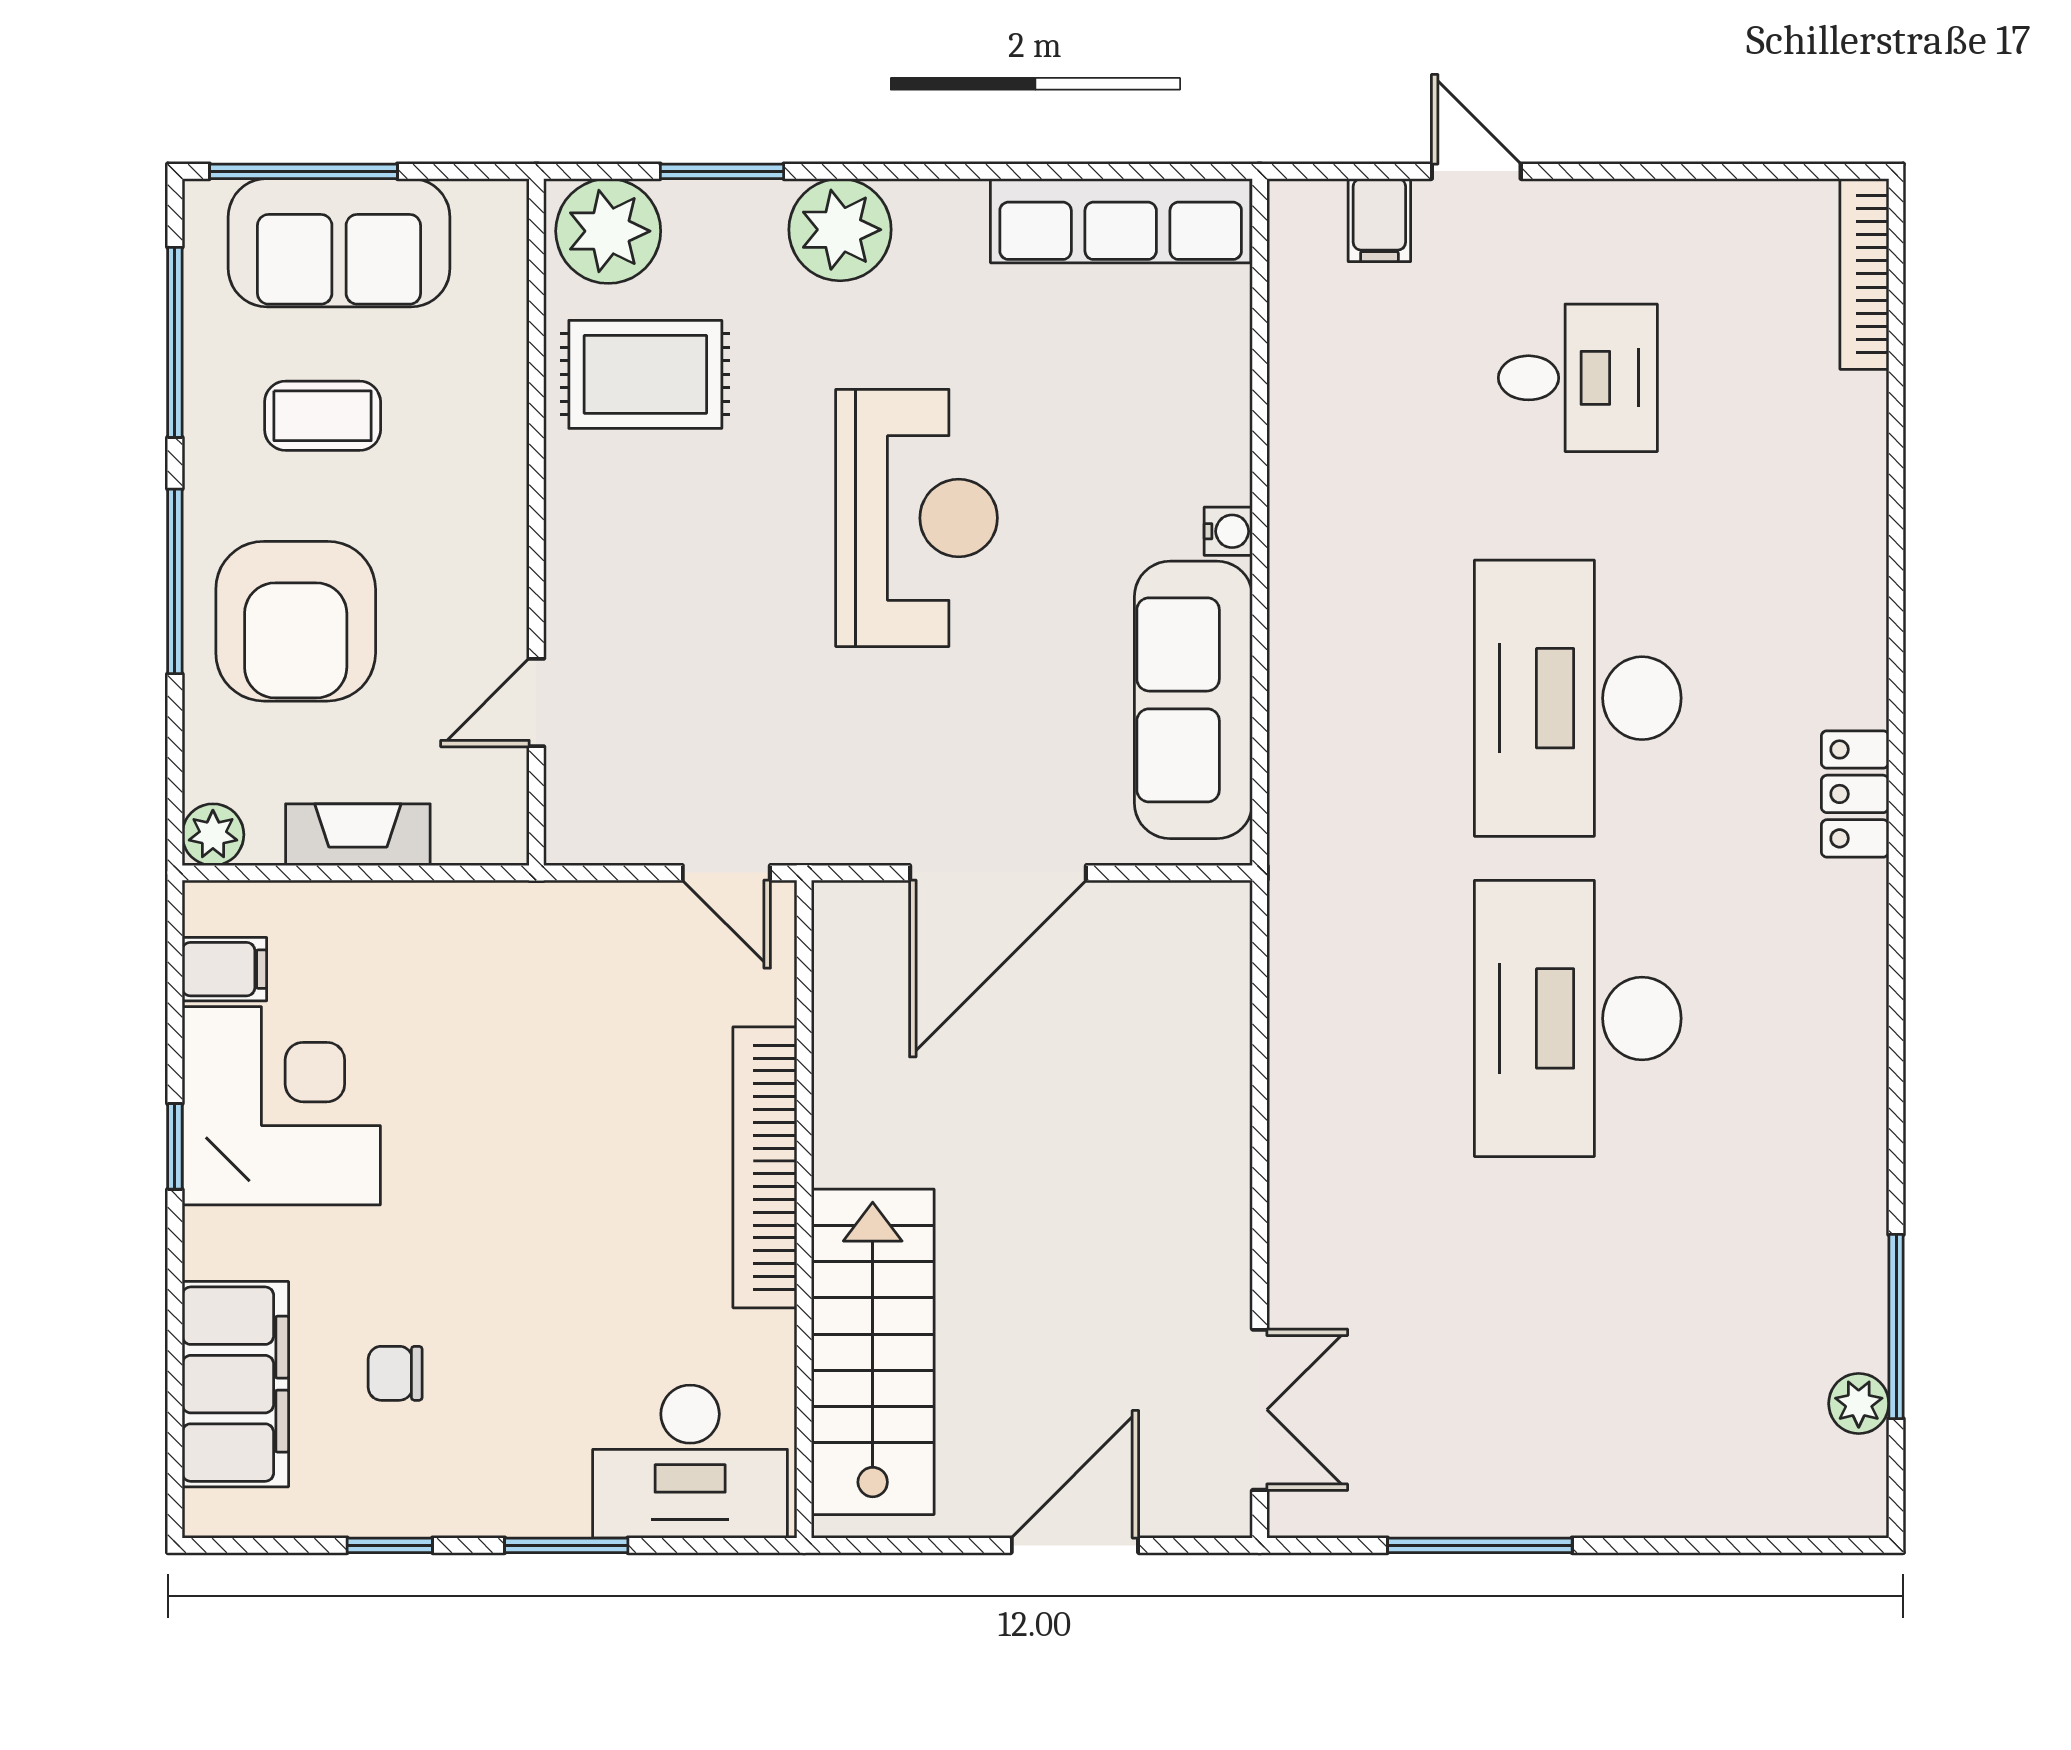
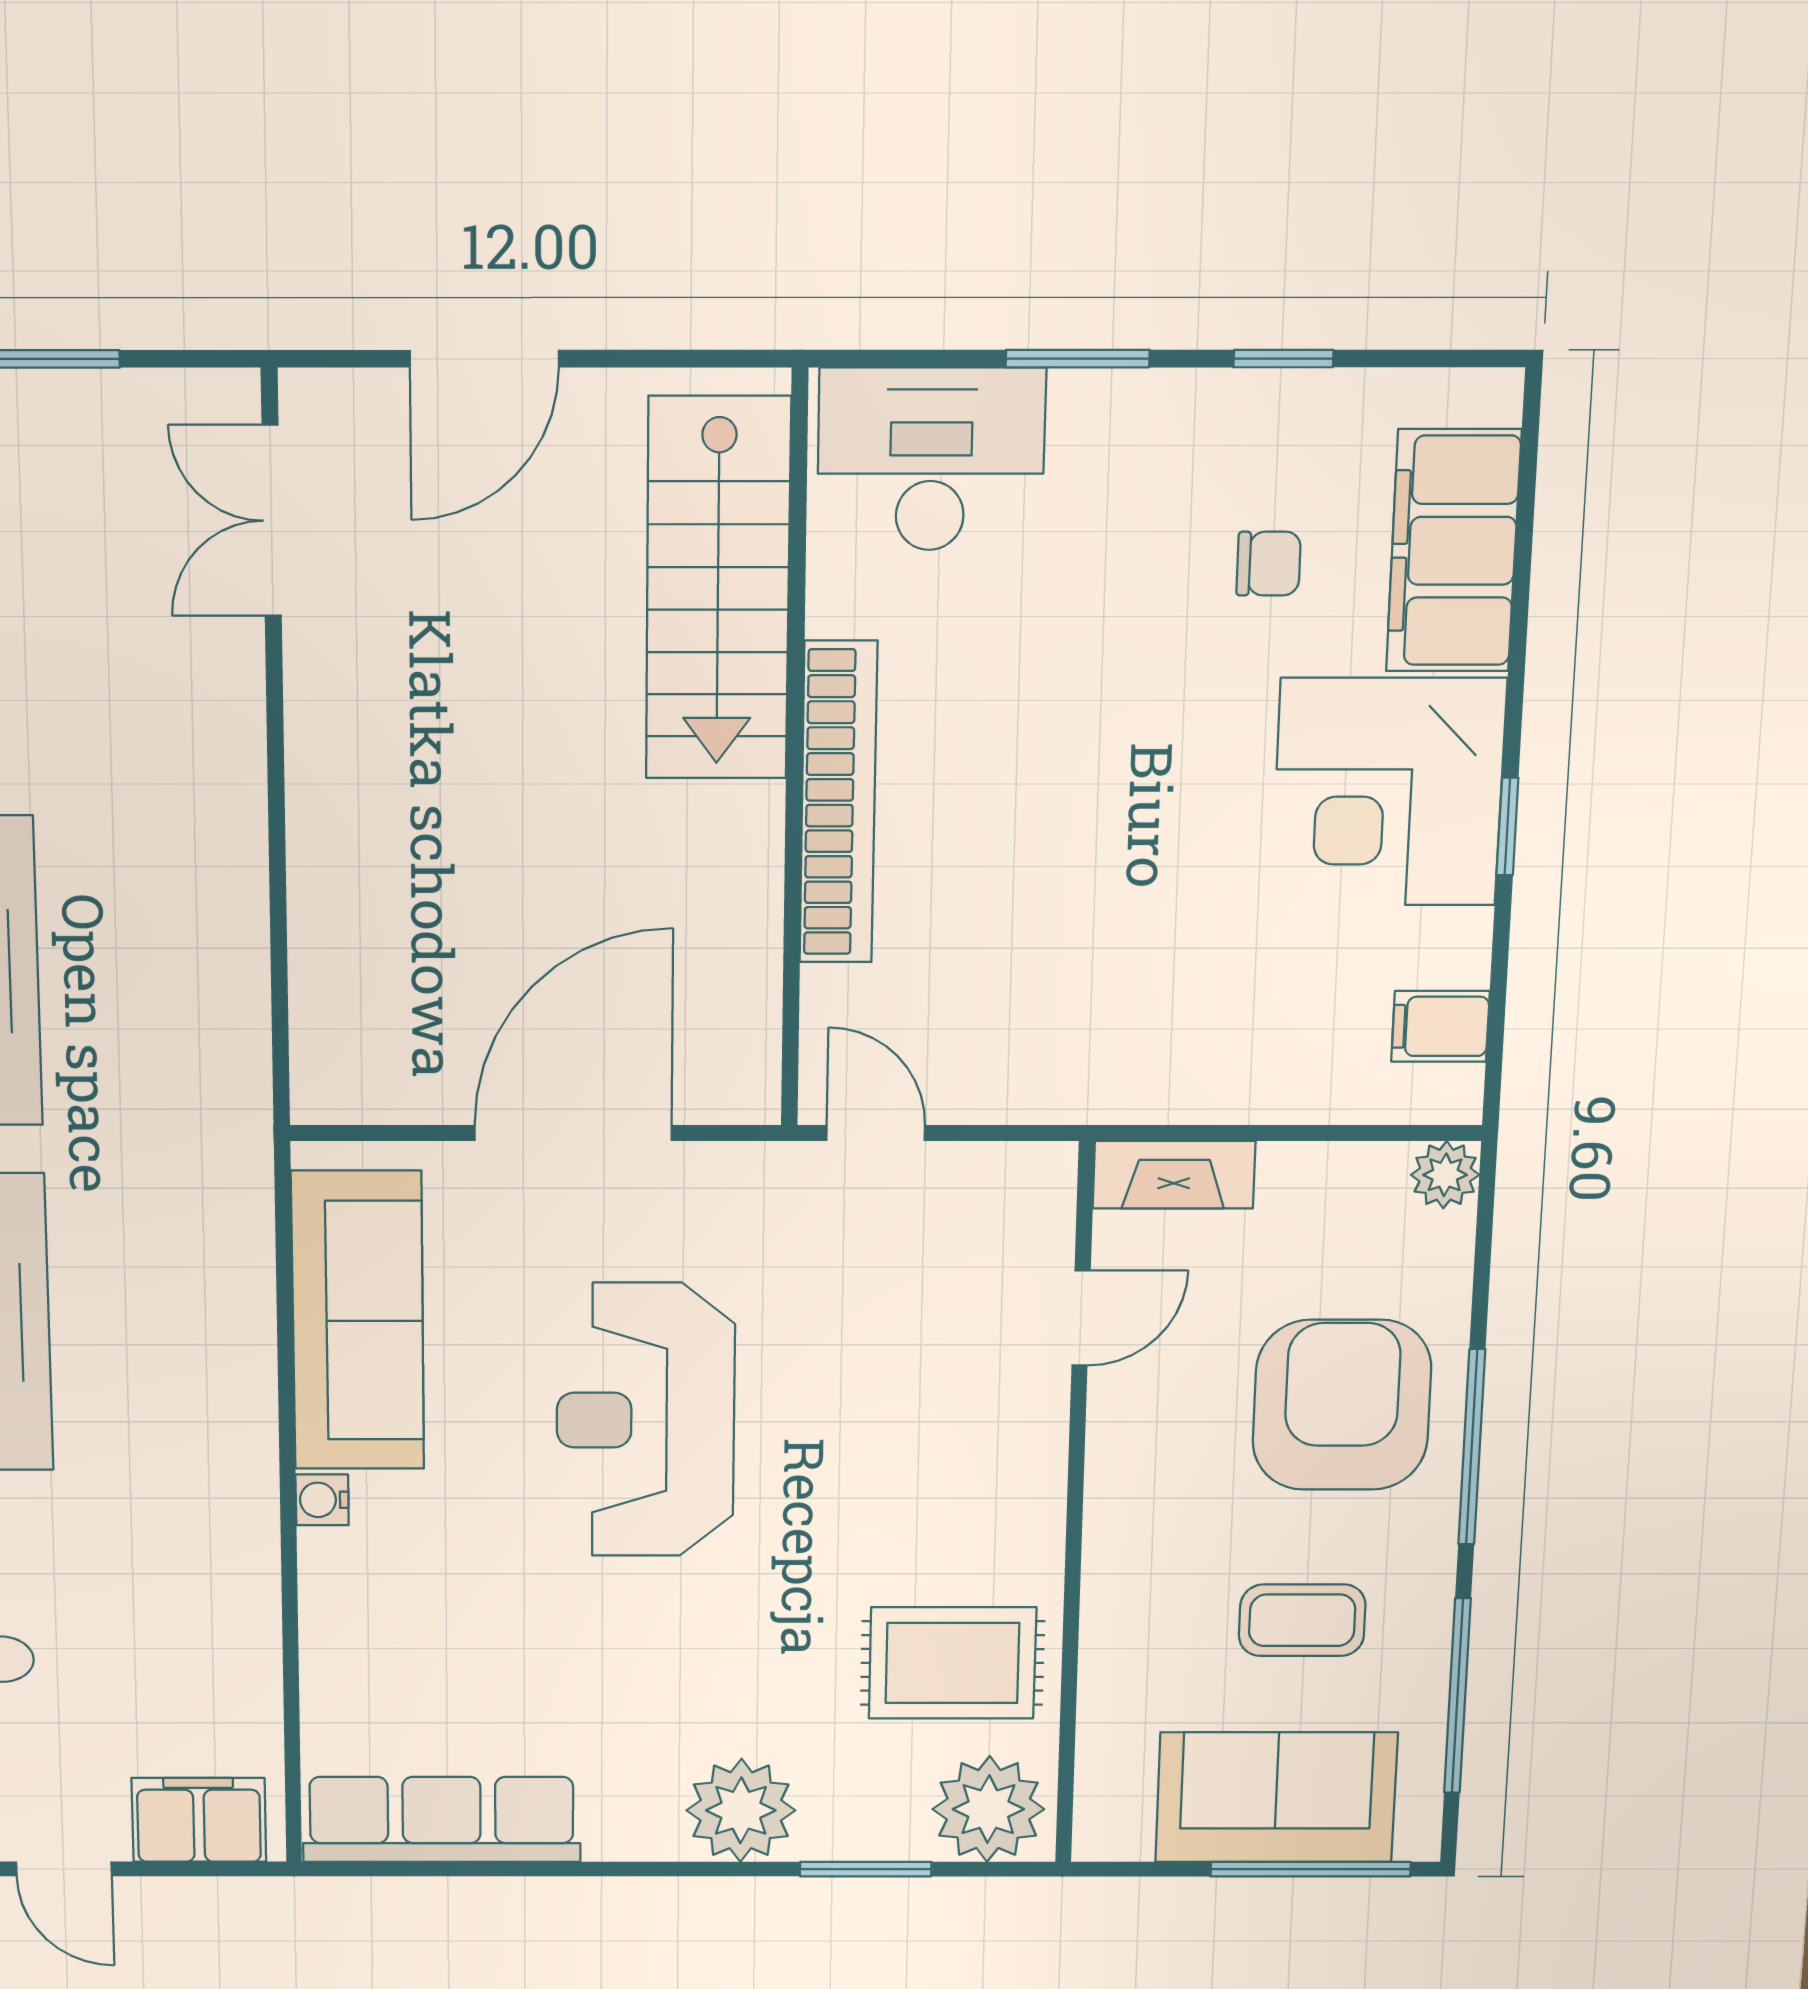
filing cabinet: (1379, 220) -> (199, 1820), width x2.00
reception desk: (917, 518) -> (645, 1420), moved
fireplace: (358, 835) -> (1174, 1175), moved
corner desk: (281, 1106) -> (1388, 792), moved

